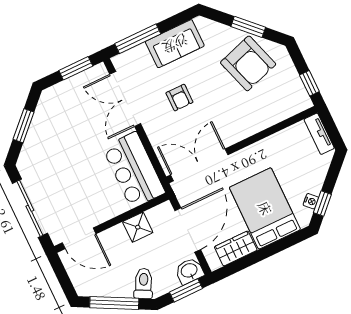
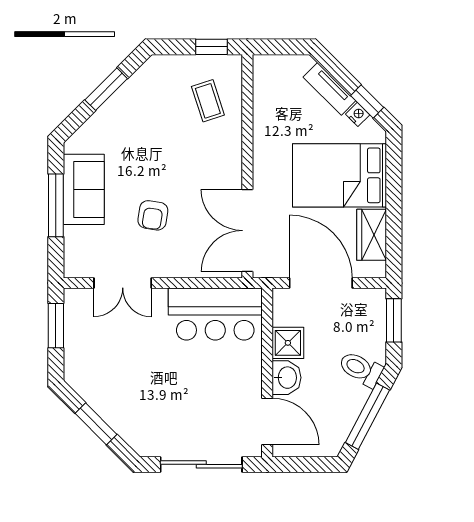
window: (138, 39) -> (56, 205), moved
armchair: (248, 63) -> (151, 111), removed
armchair: (179, 98) -> (153, 215), turned 99
coffee table: (273, 98) -> (208, 101), added
double door: (125, 99) -> (123, 283), width x0.73
tv unit: (319, 134) -> (329, 89), moved, turned 45
door: (79, 238) -> (267, 421), hinge flipped
washbasin: (189, 271) -> (287, 378), moved, turned 180

